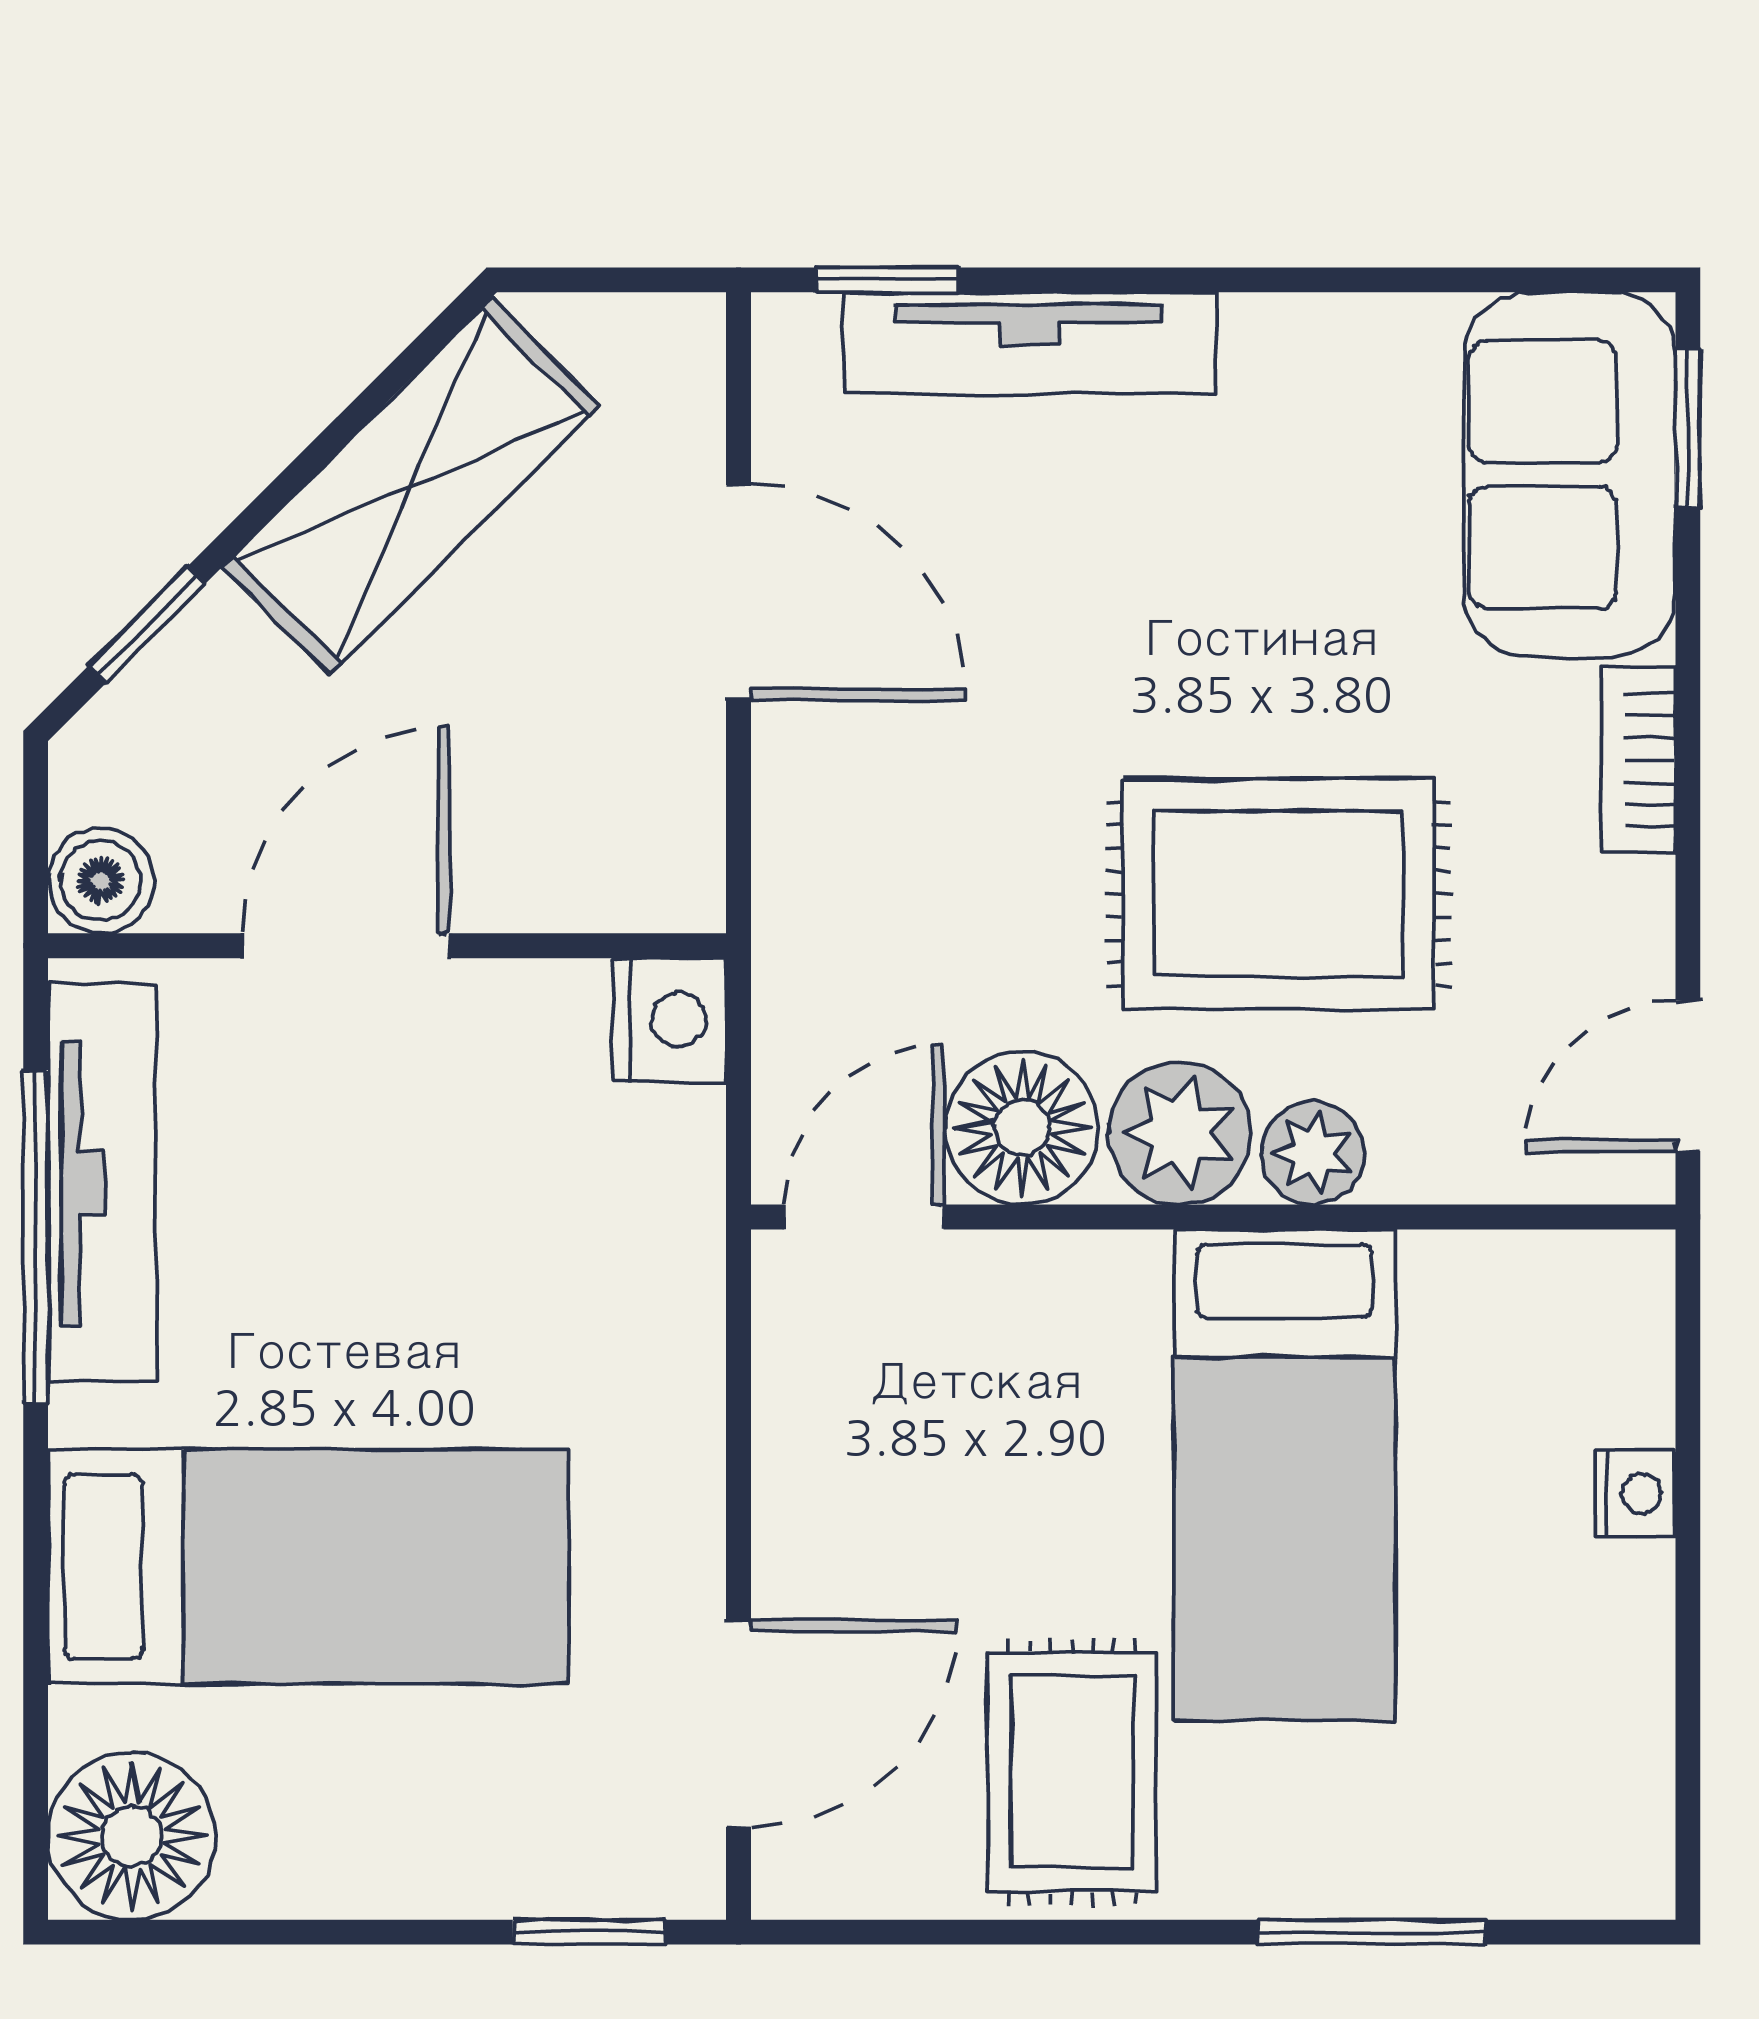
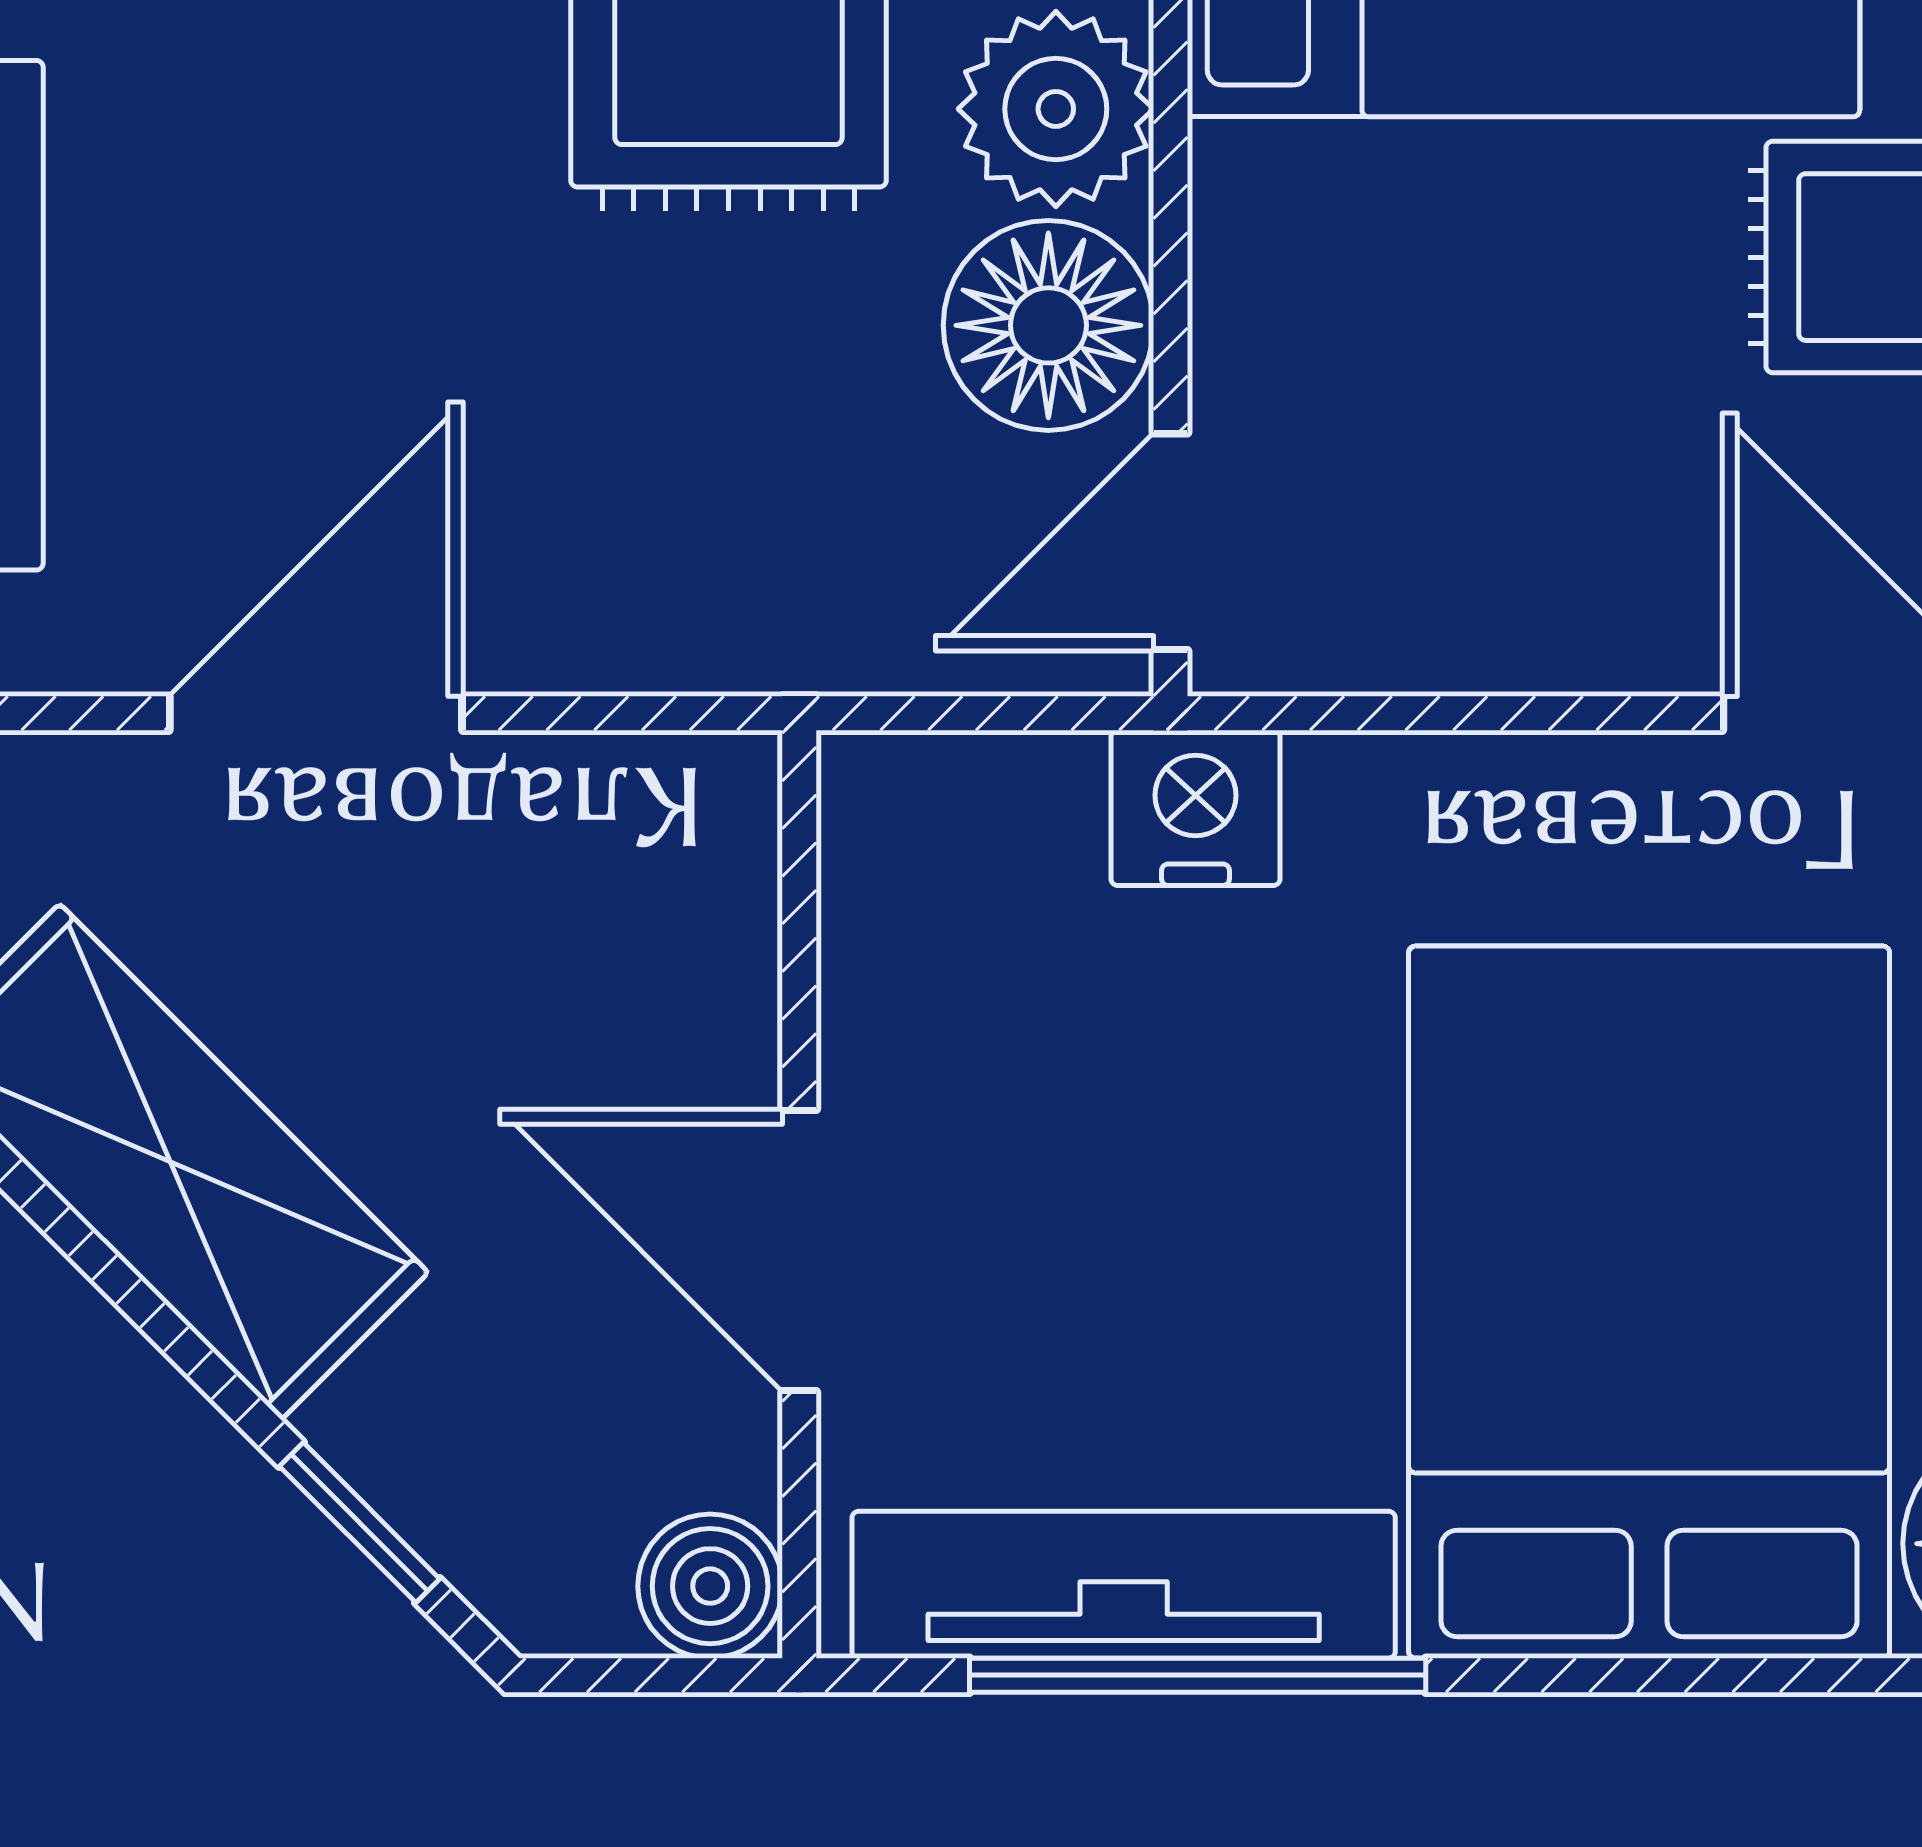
nightstand: (669, 1020) -> (1195, 808), moved
door: (864, 1217) -> (1170, 542), hinge flipped
bed: (308, 1567) -> (1649, 1302), width x1.50

